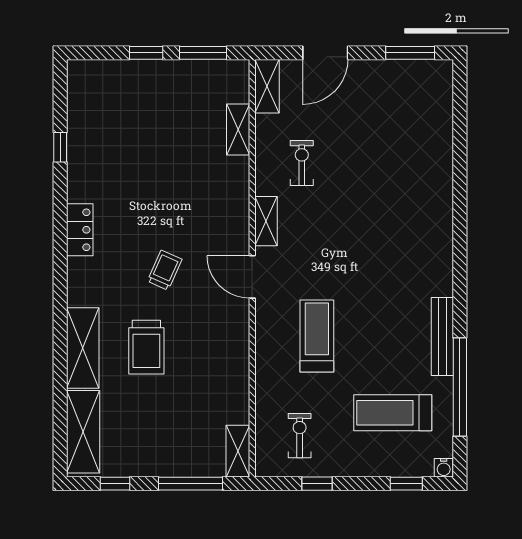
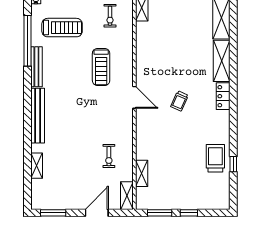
shelving: (266, 221) -> (37, 166), moved
locker: (80, 230) -> (223, 96), moved
bench: (440, 242) -> (38, 116), added
trolley: (146, 347) -> (215, 158), moved

